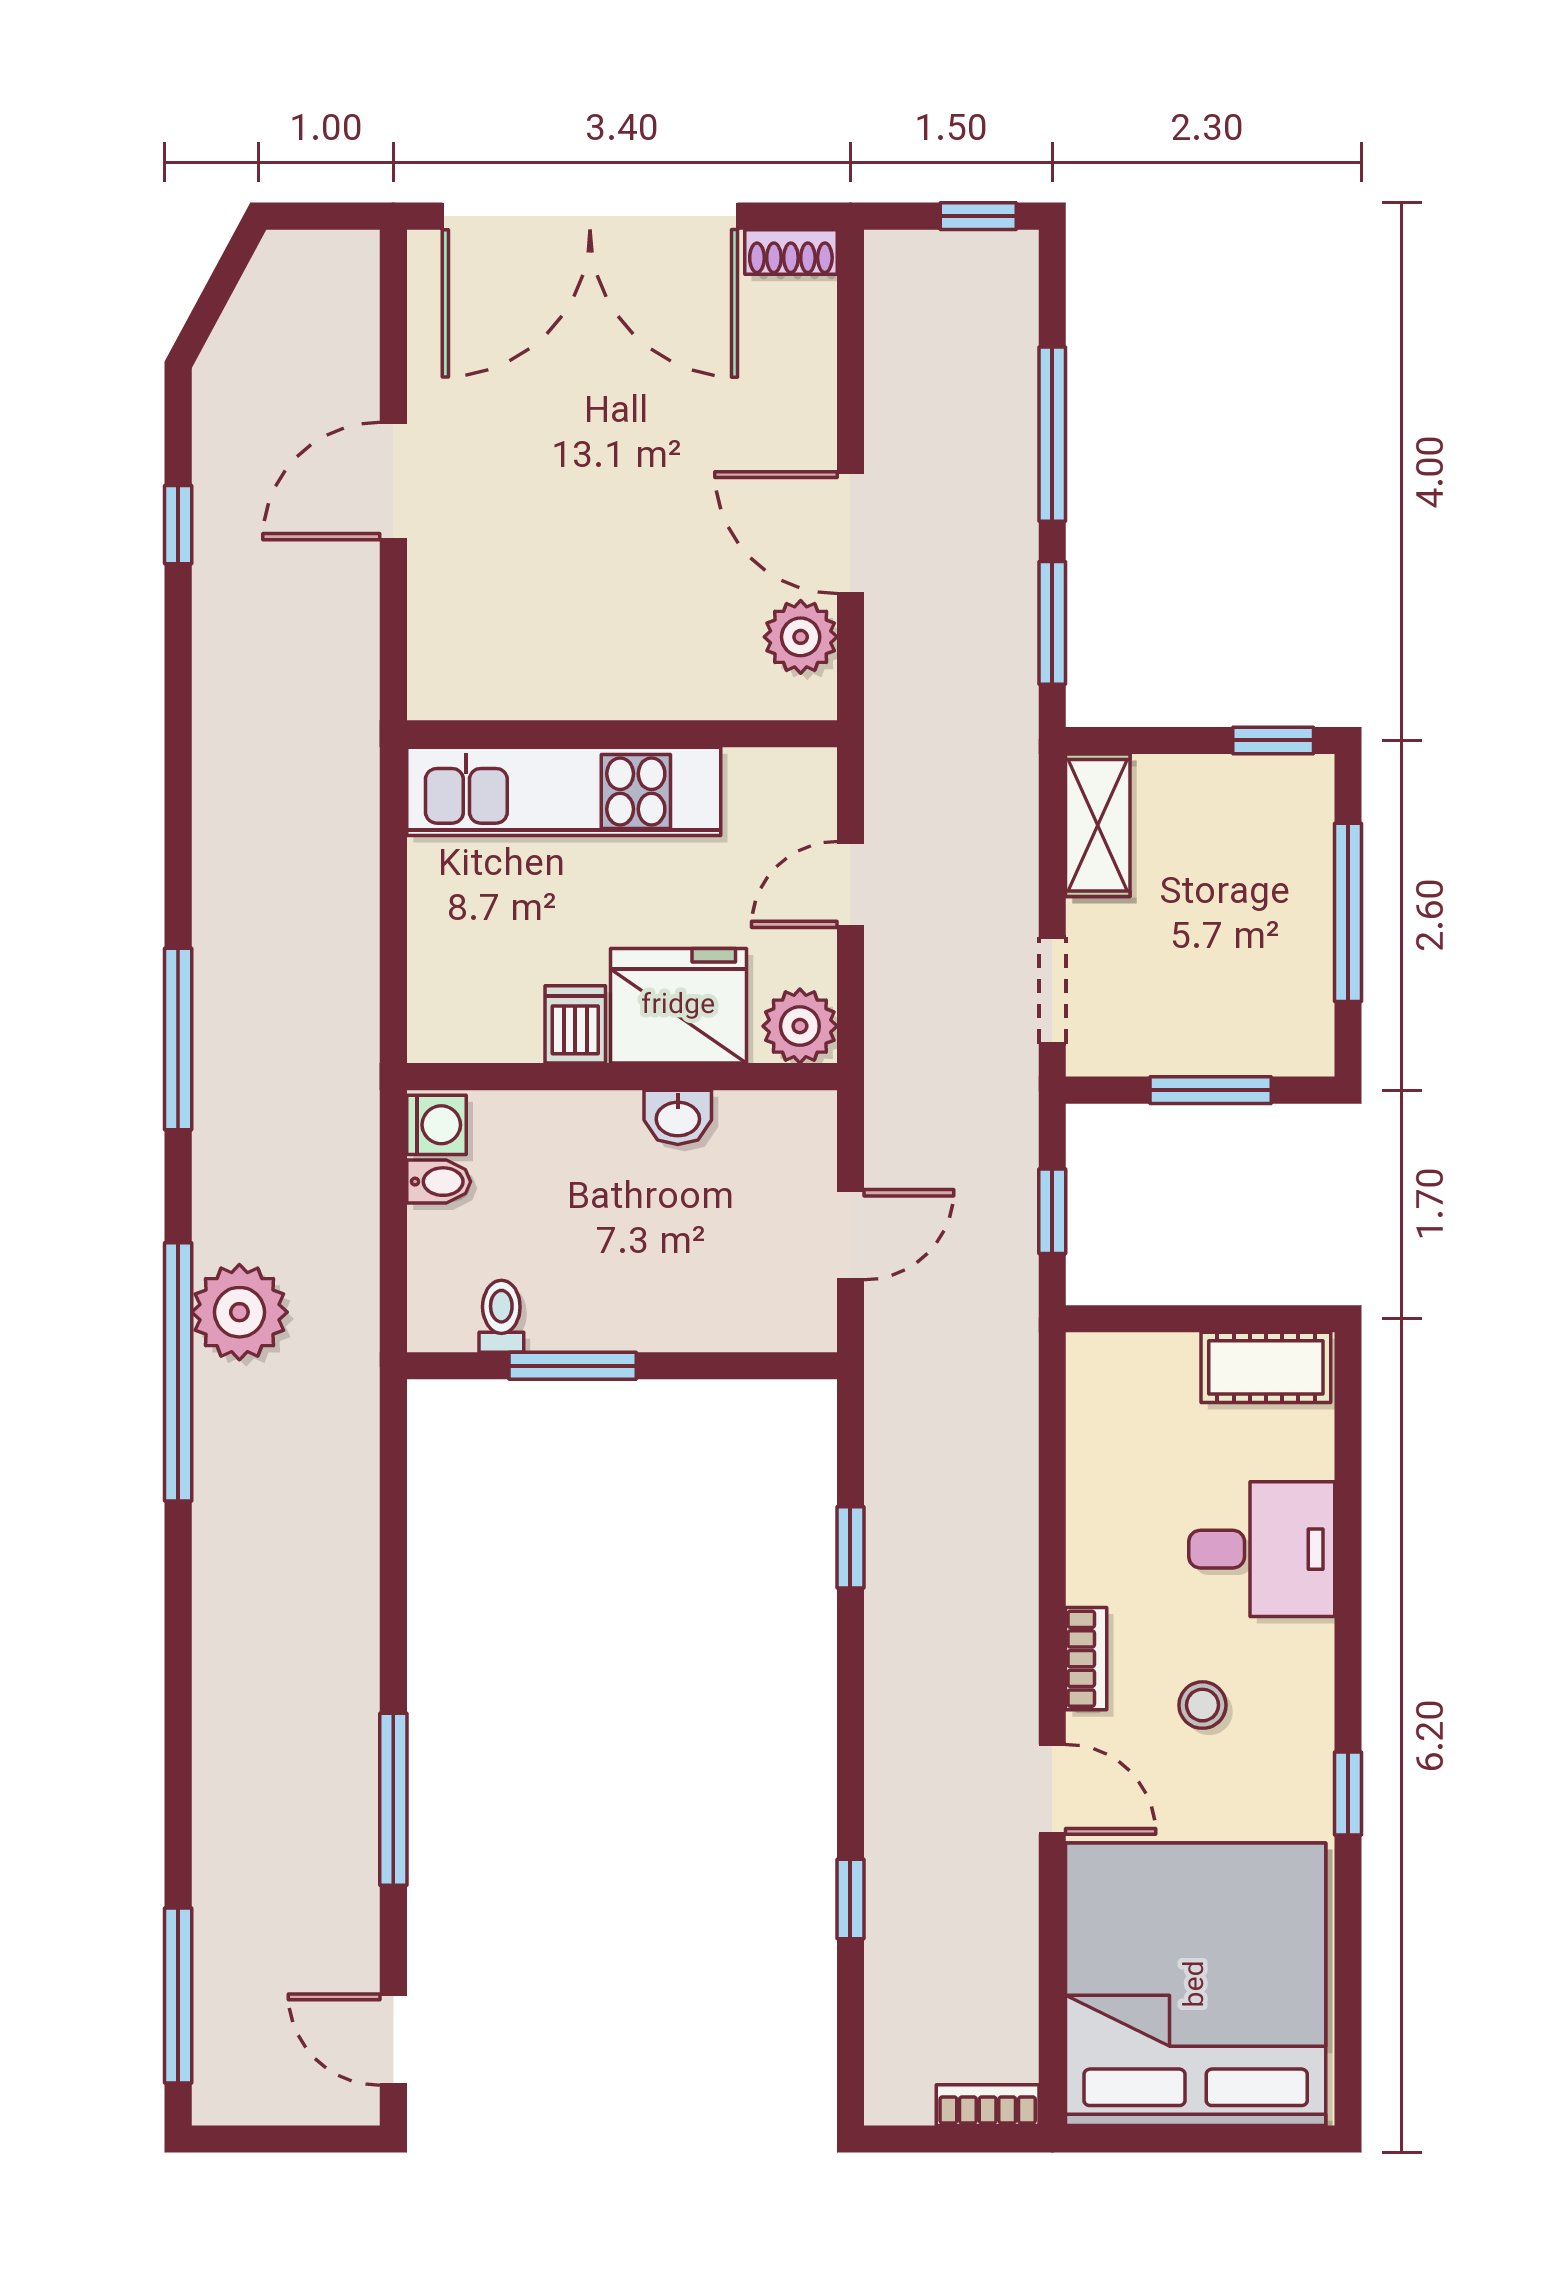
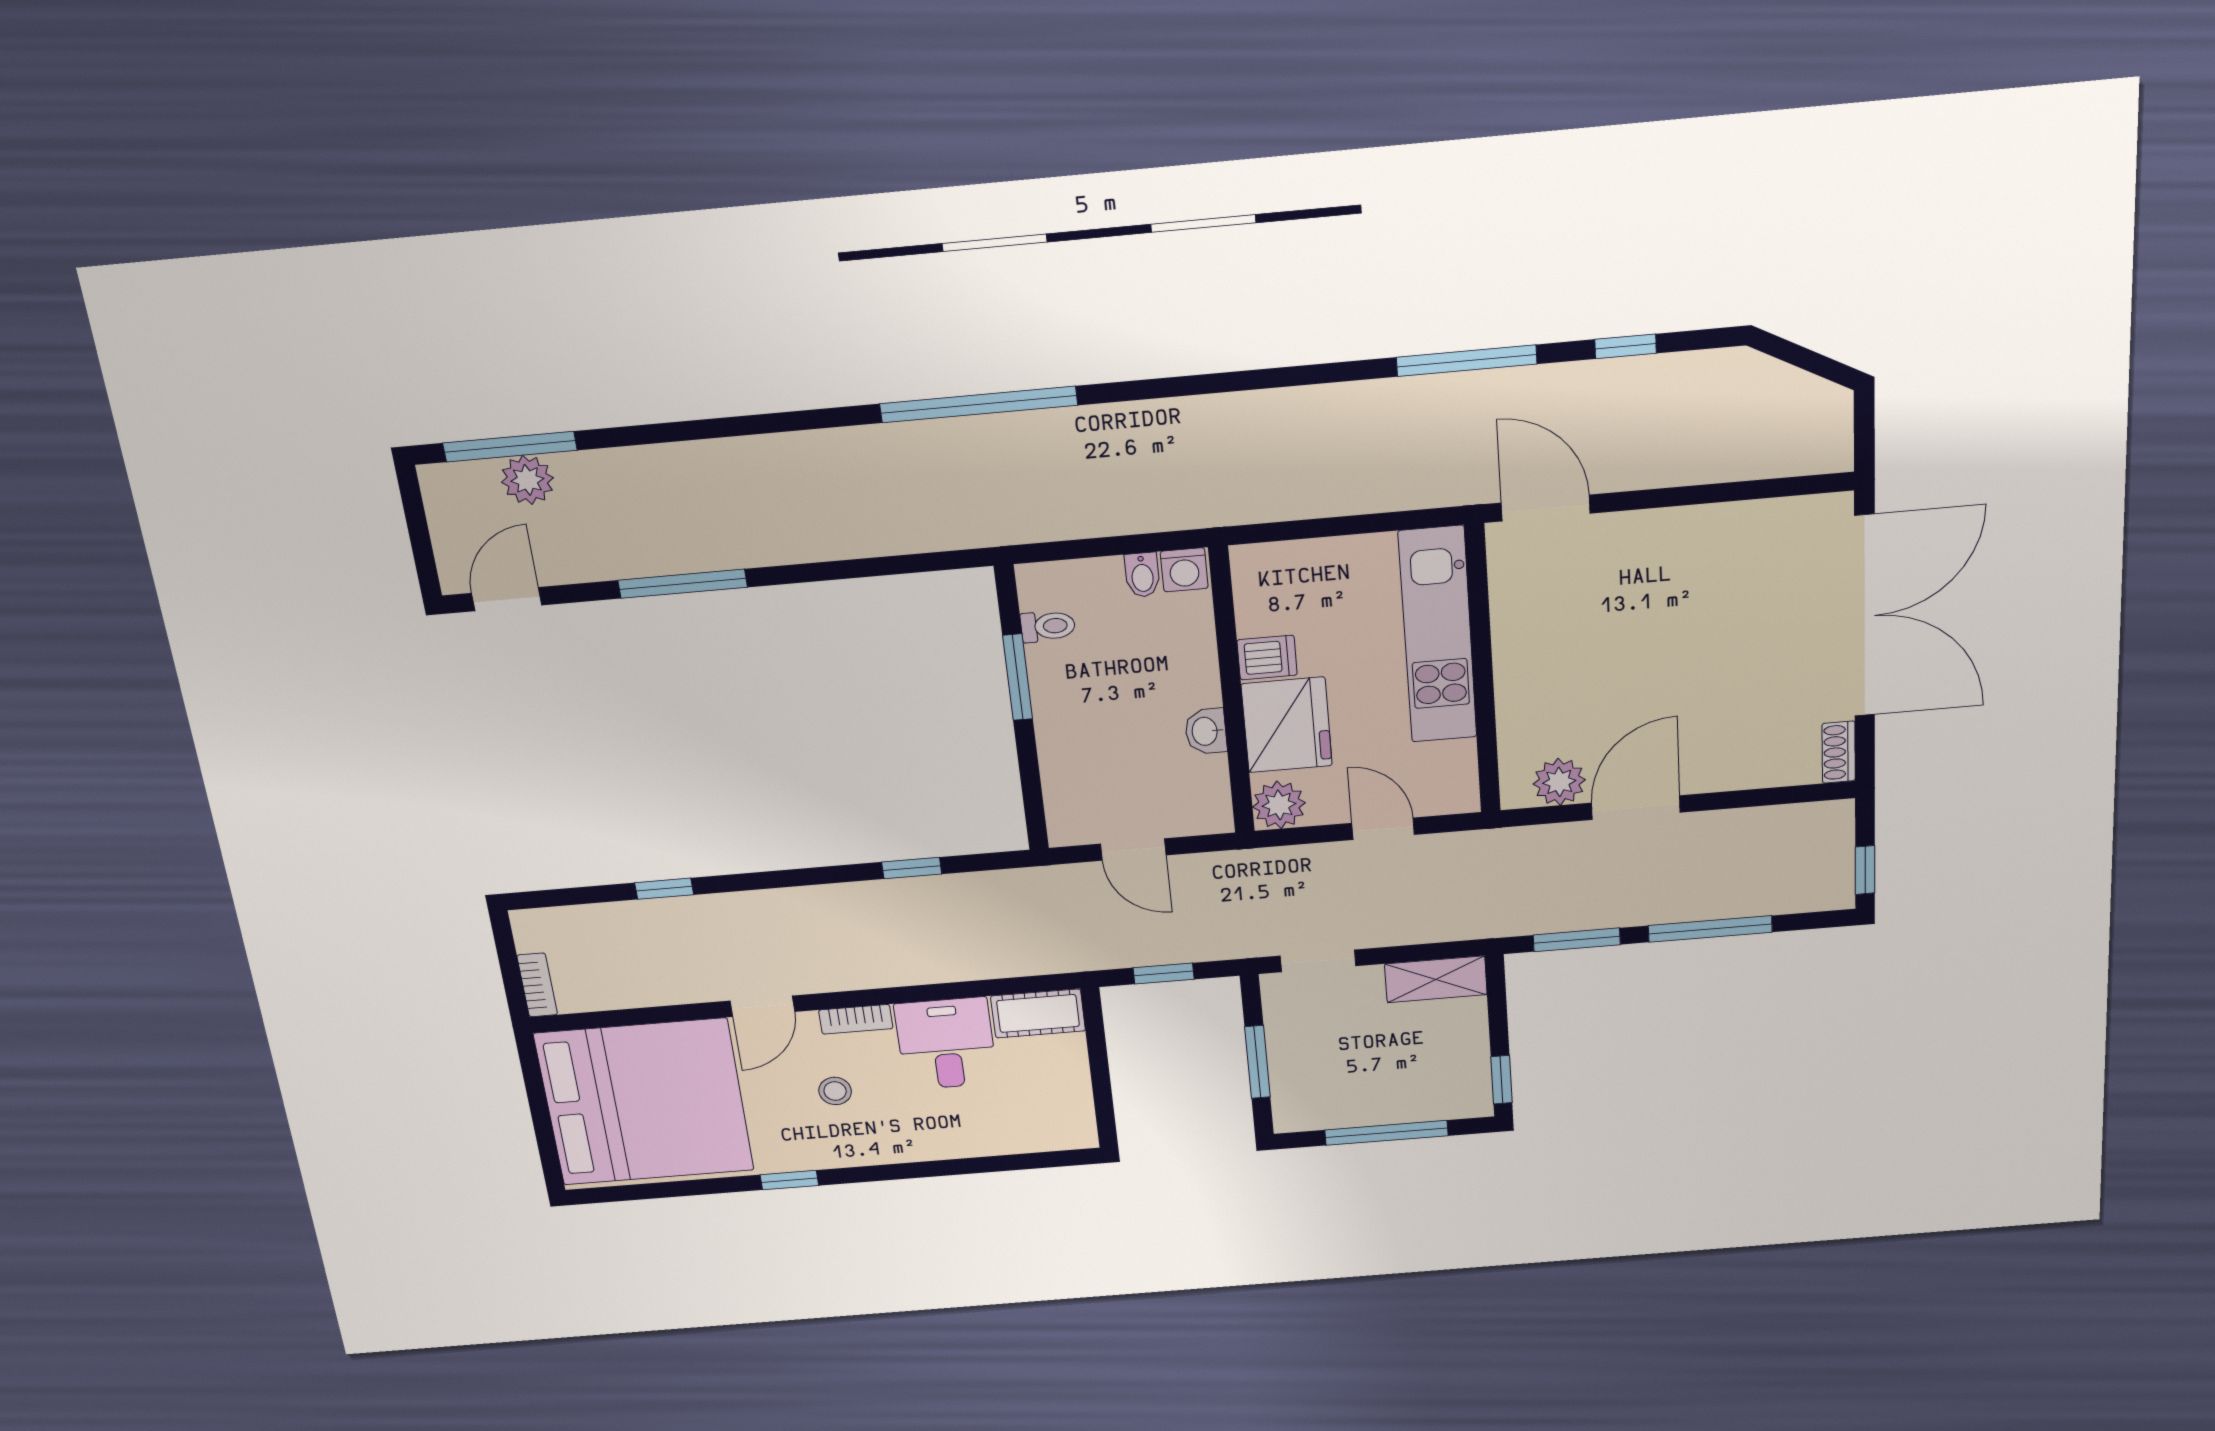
double door: (590, 216) -> (1865, 616), swing flipped
door: (393, 481) -> (1546, 508), moved
window: (178, 1039) -> (1467, 361), moved
plant: (239, 1312) -> (527, 480), moved, width x0.73, depth x0.73
cot: (1266, 1367) -> (1038, 1013), moved, turned 90
desk: (1262, 1549) -> (946, 1044), moved, turned 180

